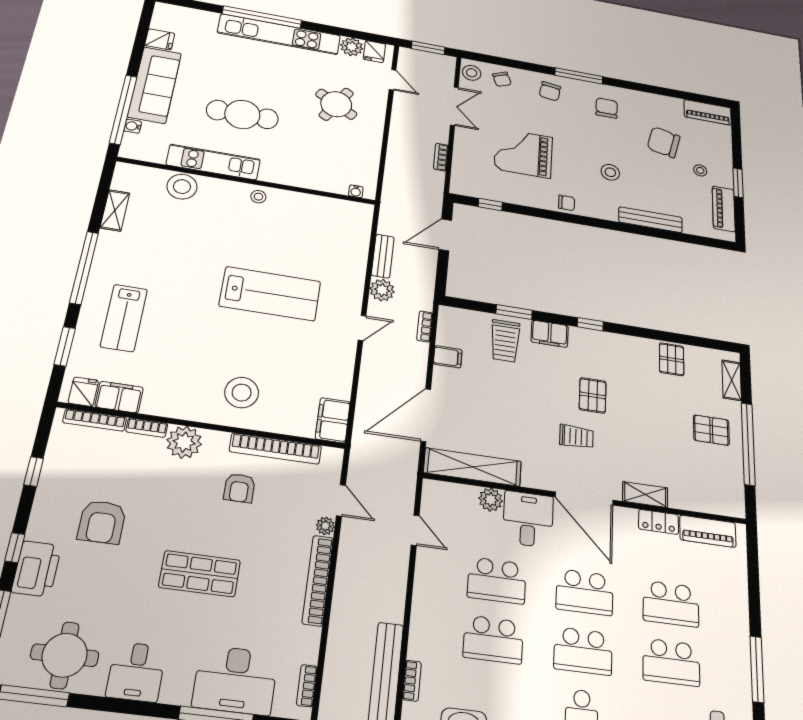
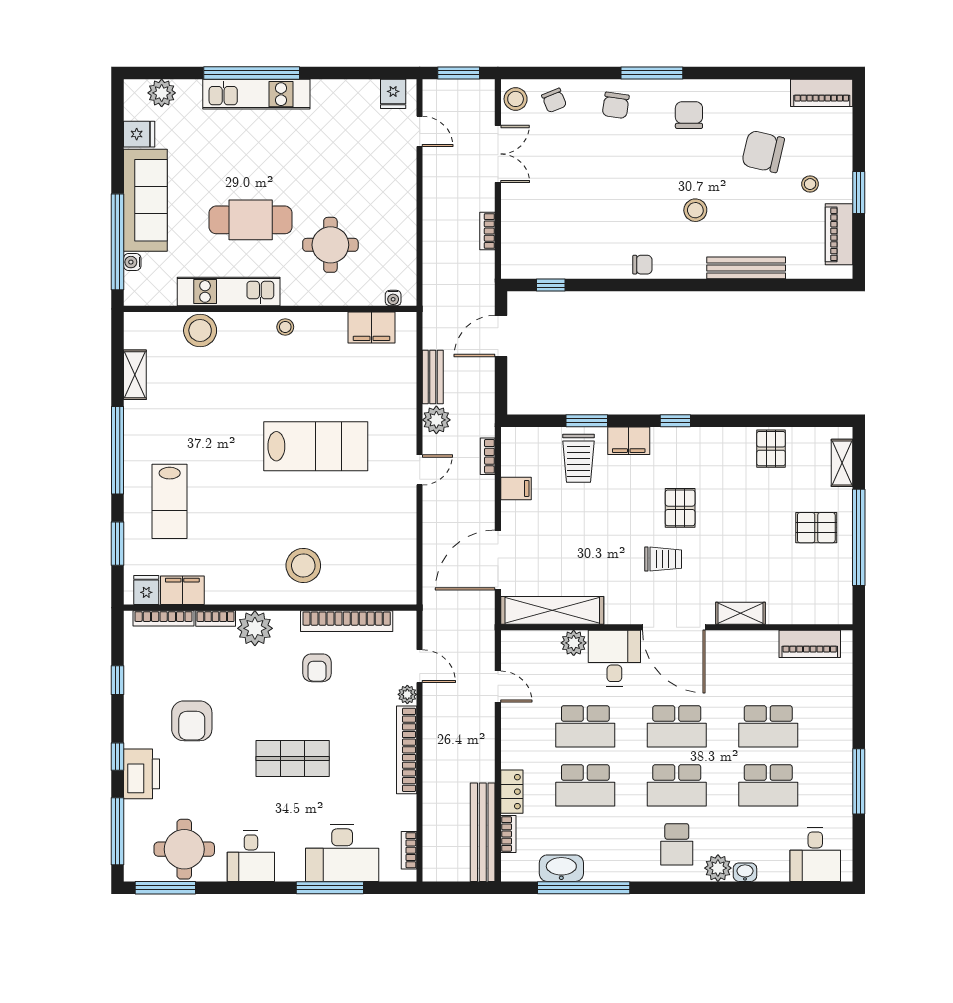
kitchen unit: (279, 34) -> (256, 94), width x0.73
plant: (352, 47) -> (162, 93), moved
round table: (336, 104) -> (330, 245), moved, turned -30
grand piano: (523, 153) -> (587, 204), removed
filing cabinet: (333, 420) -> (372, 327), moved, turned -90
locker: (659, 522) -> (512, 792), moved, turned -90

